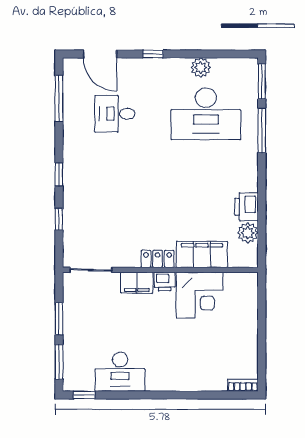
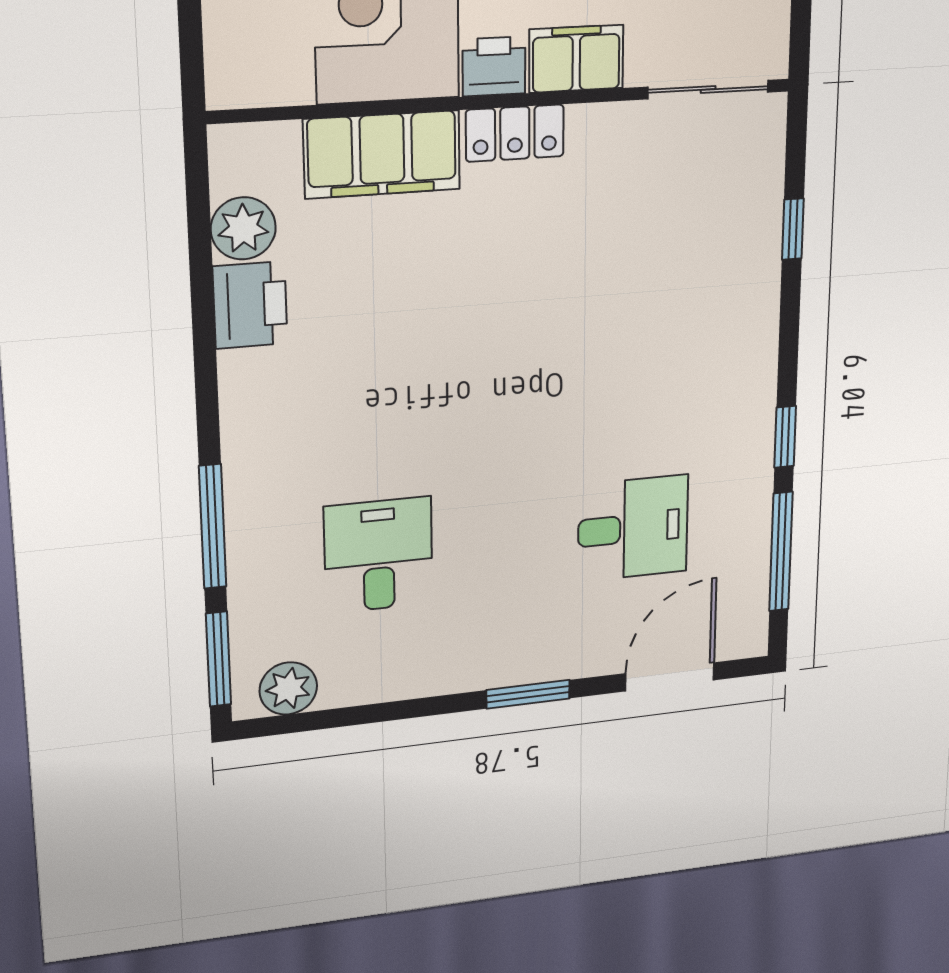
door: (100, 54) -> (670, 677), hinge flipped
window: (153, 54) -> (528, 694), width x1.50
plant: (201, 67) -> (288, 688), moved
desk: (206, 114) -> (379, 555), width x0.53, depth x0.77
window: (59, 175) -> (785, 437), moved

